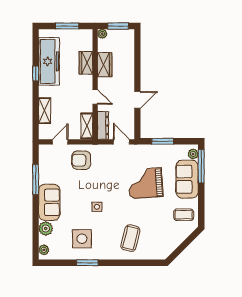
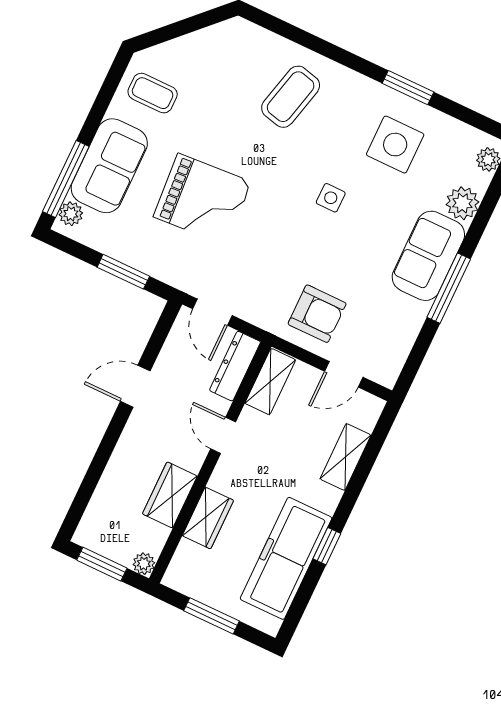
window: (36, 179) -> (449, 288), moved

